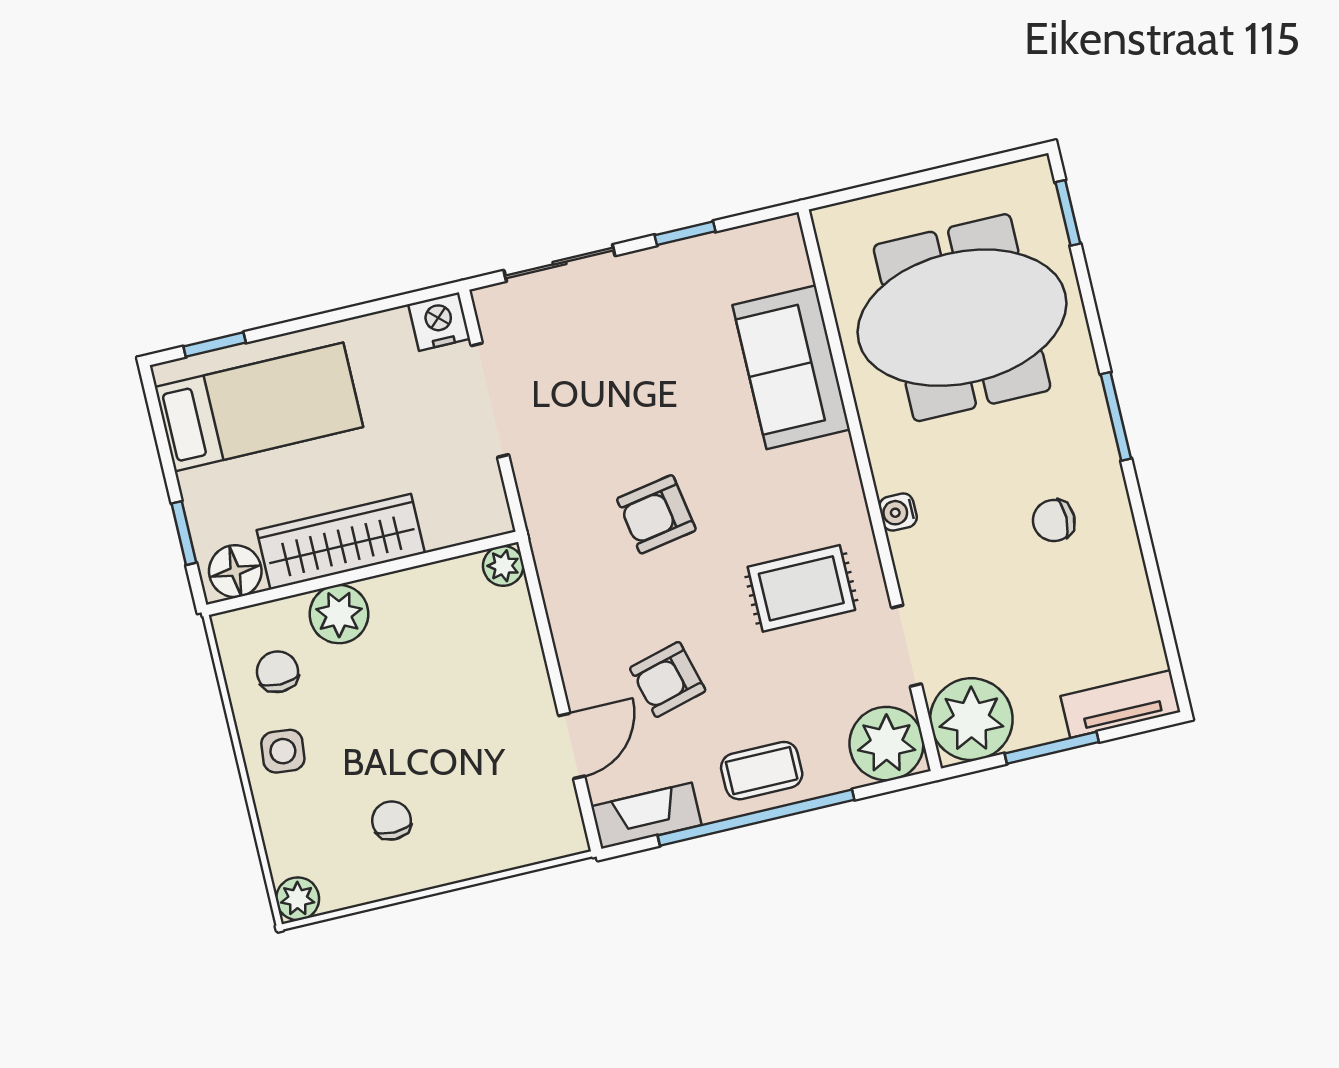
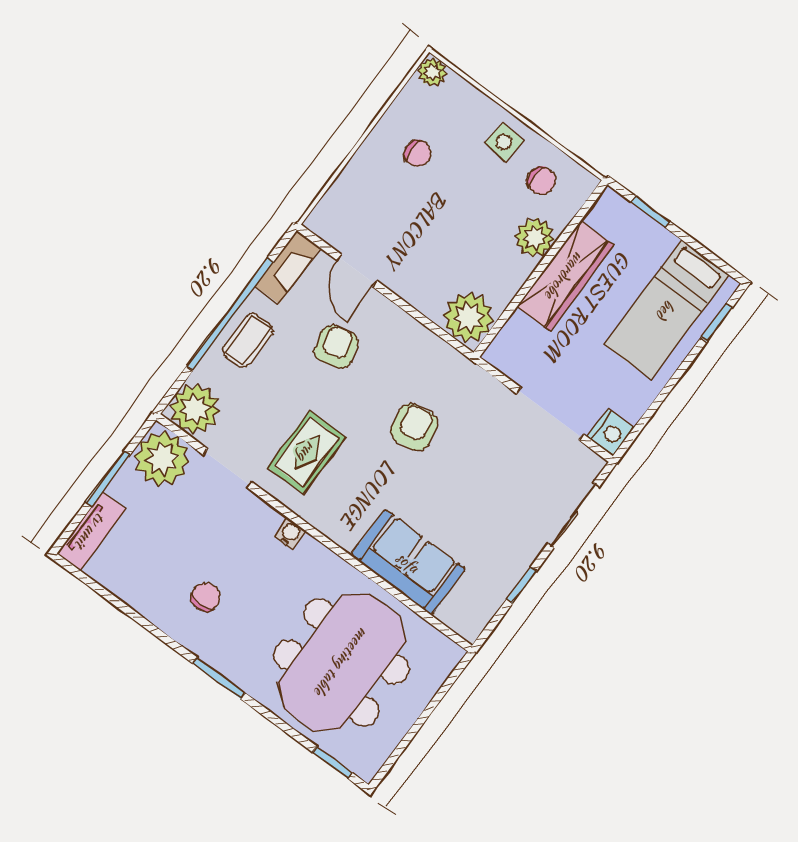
plant: (503, 566) -> (468, 317), width x1.87, depth x1.87
floor lamp: (235, 571) -> (607, 214), removed

